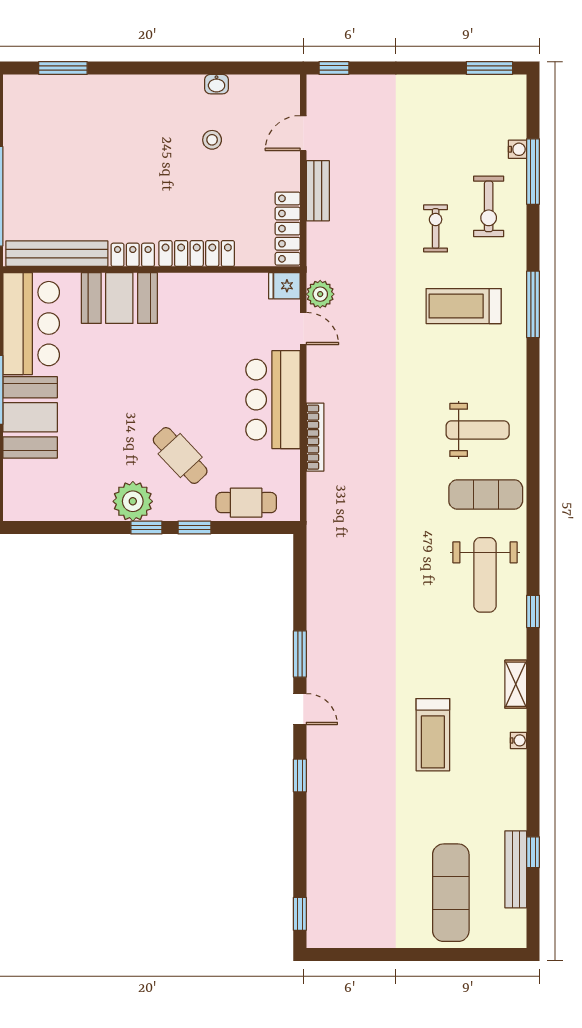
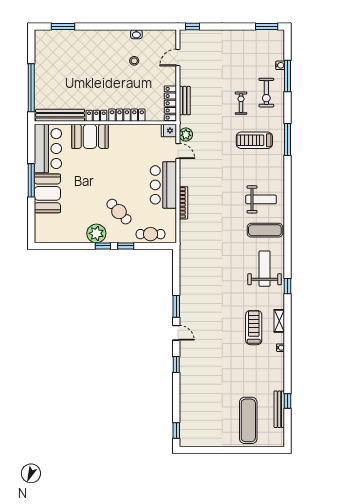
bench: (318, 191) -> (185, 101), moved
weight bench: (485, 575) -> (265, 269), turned 180
treadmill: (433, 735) -> (254, 328), moved, turned 180

